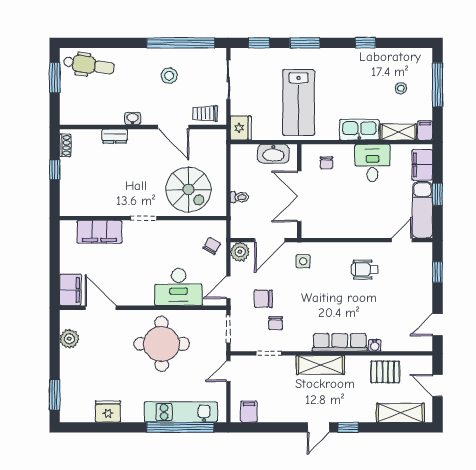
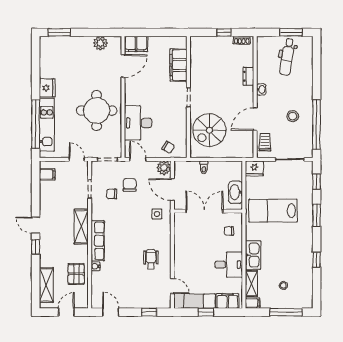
dental chair: (89, 65) -> (287, 57), moved
fridge: (108, 411) -> (47, 88), moved

